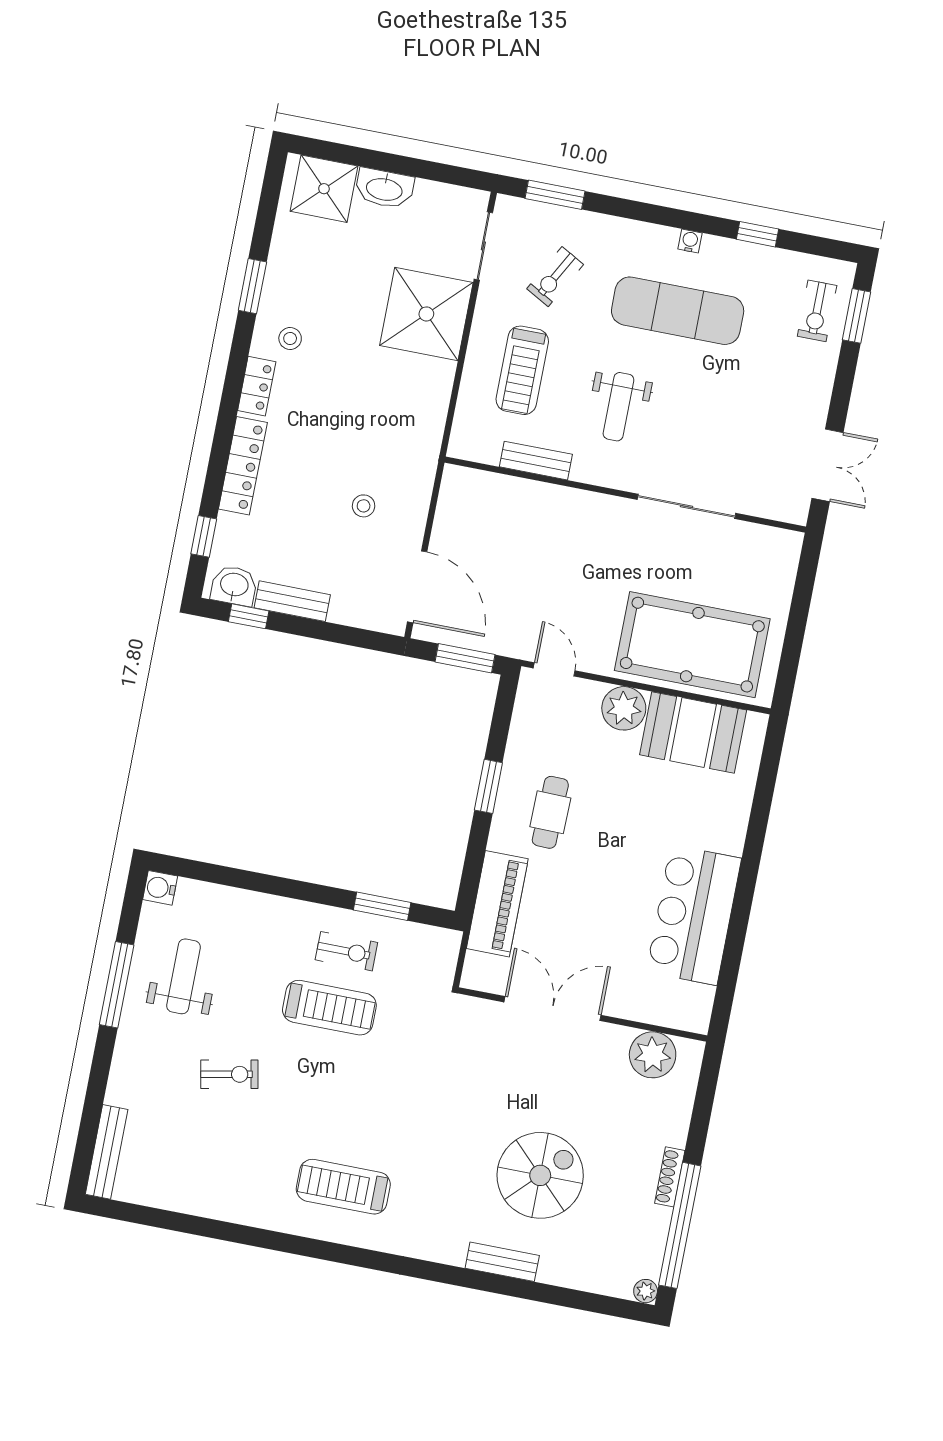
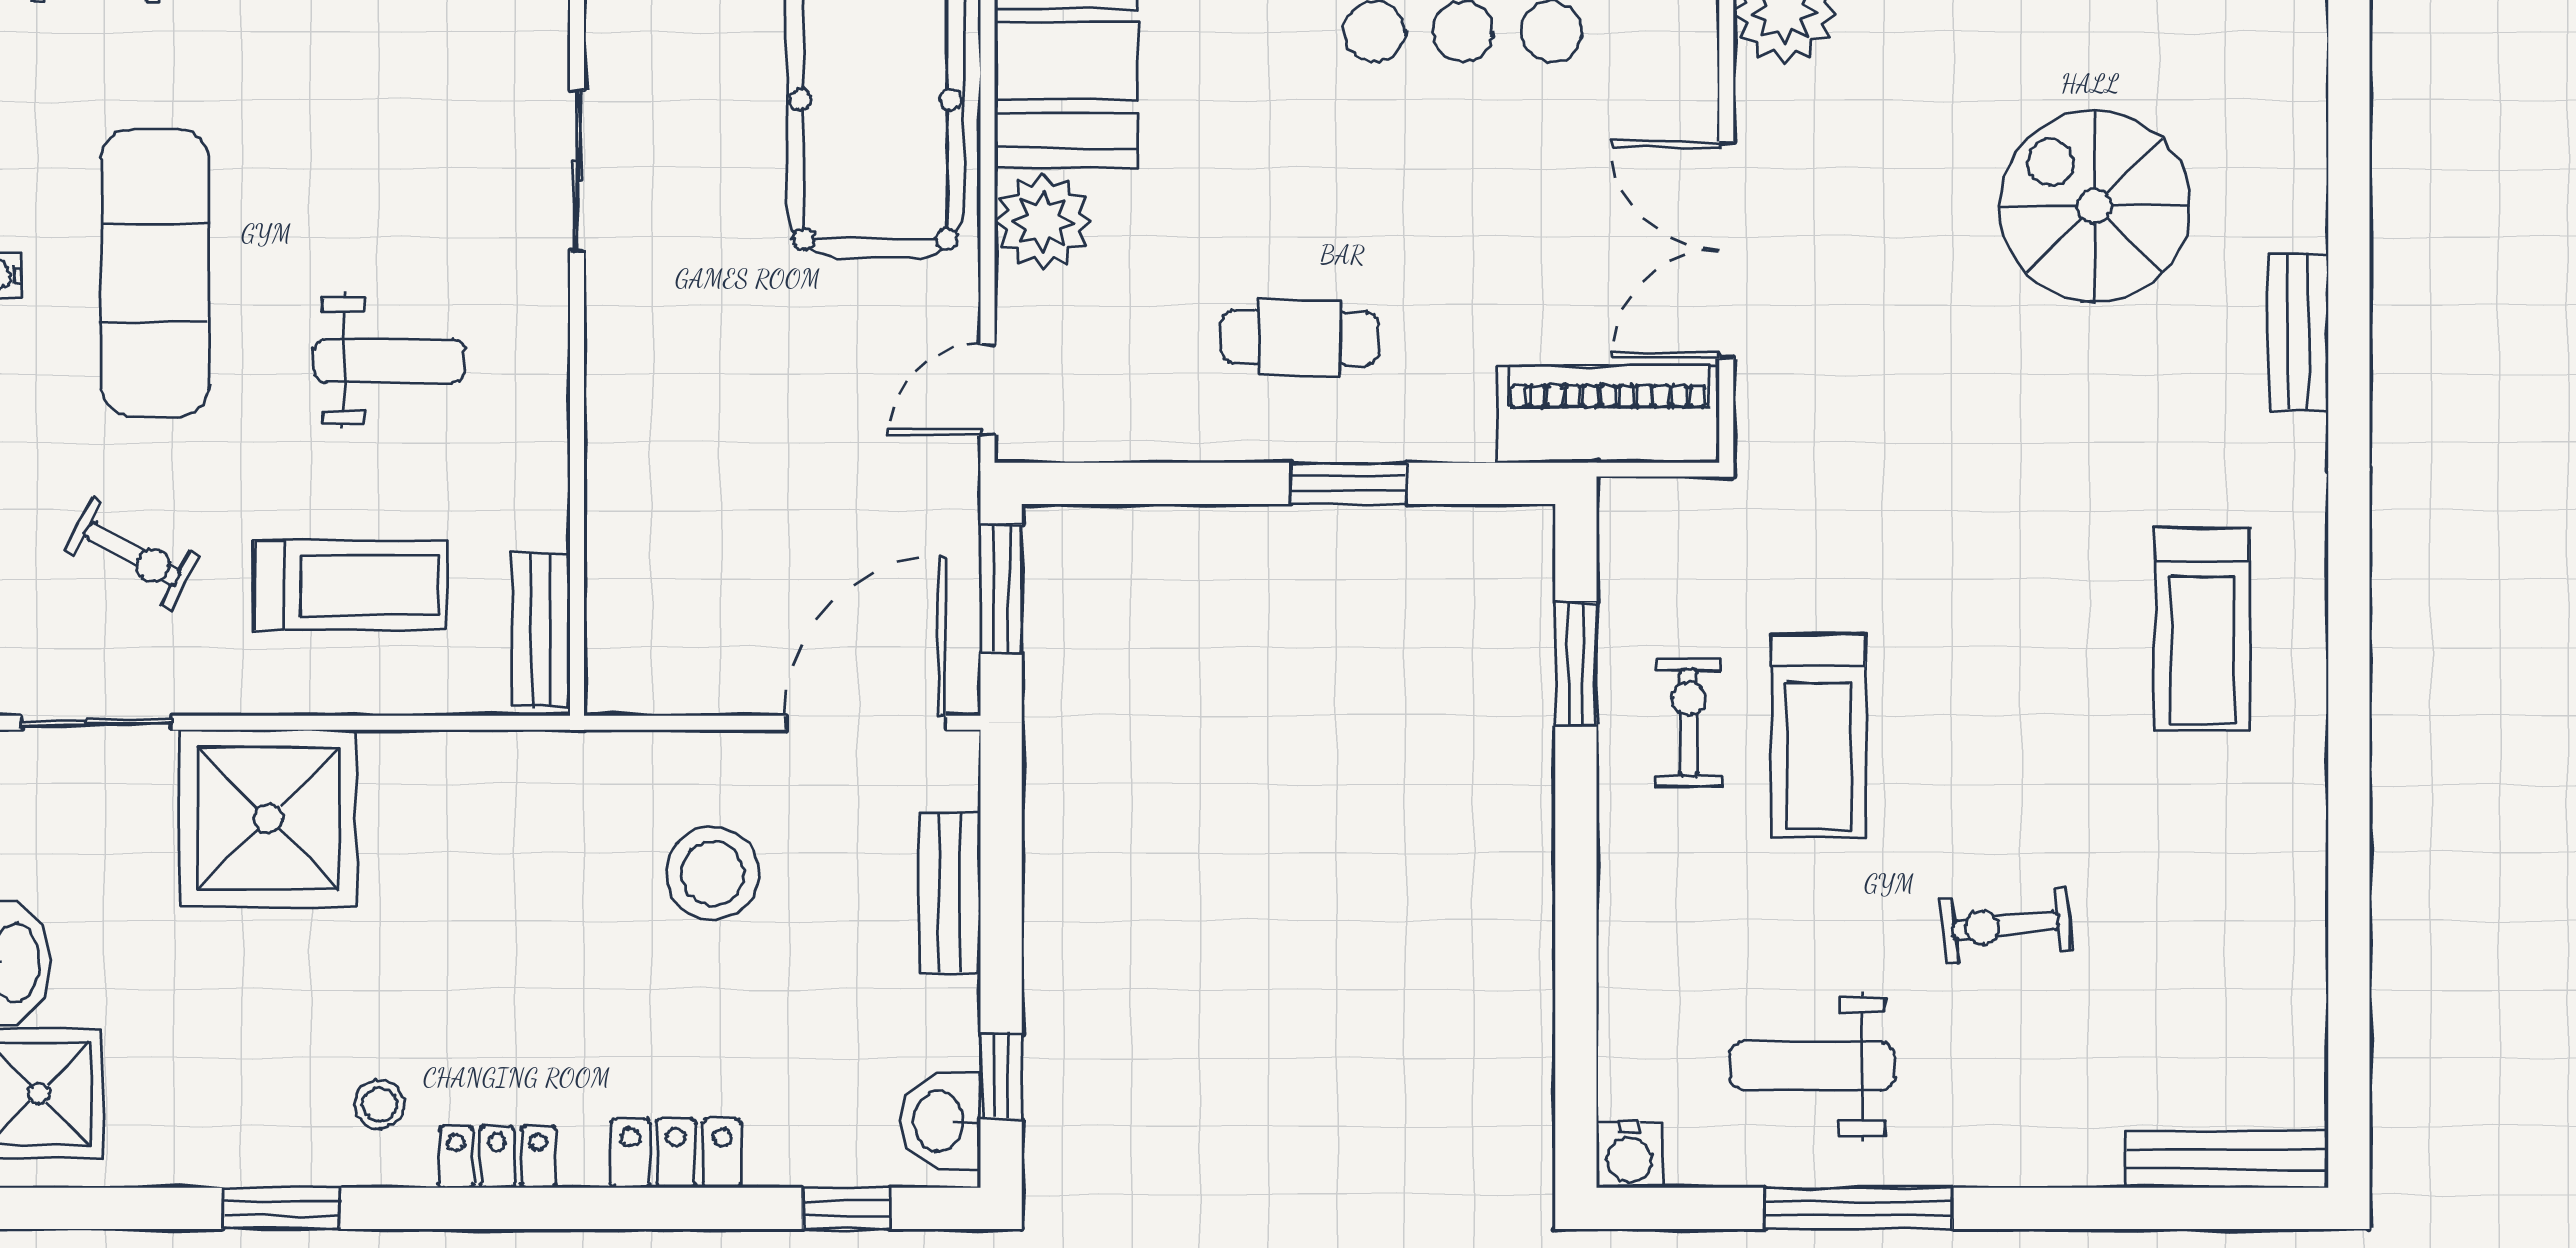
bench: (536, 461) -> (541, 630), moved
locker: (243, 466) -> (676, 1153), width x0.66
stool: (364, 506) -> (712, 874), width x1.89, depth x1.89
sliding door: (686, 506) -> (577, 171), width x0.73
bench: (292, 601) -> (950, 893), moved
window: (488, 786) -> (1349, 483), moved
piano: (497, 904) -> (1608, 414), moved
treadmill: (329, 1008) -> (1819, 736), turned 180
exercise bike: (229, 1074) -> (2006, 925), turned -85
bench: (502, 1262) -> (2298, 332), moved

